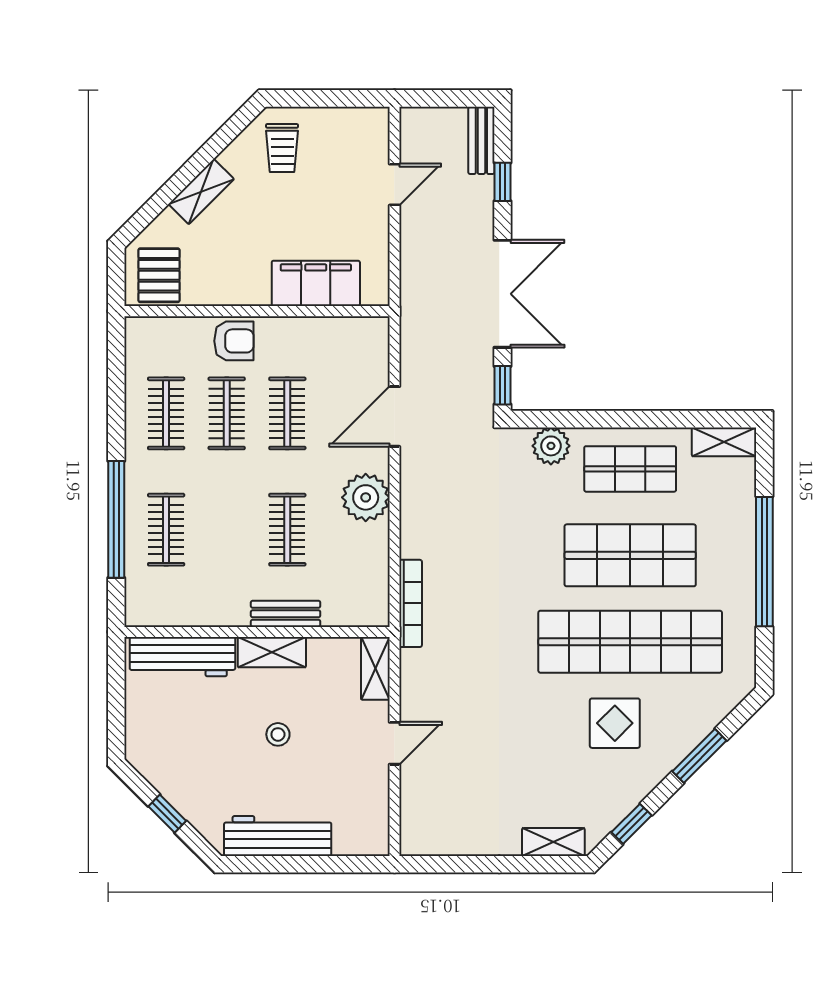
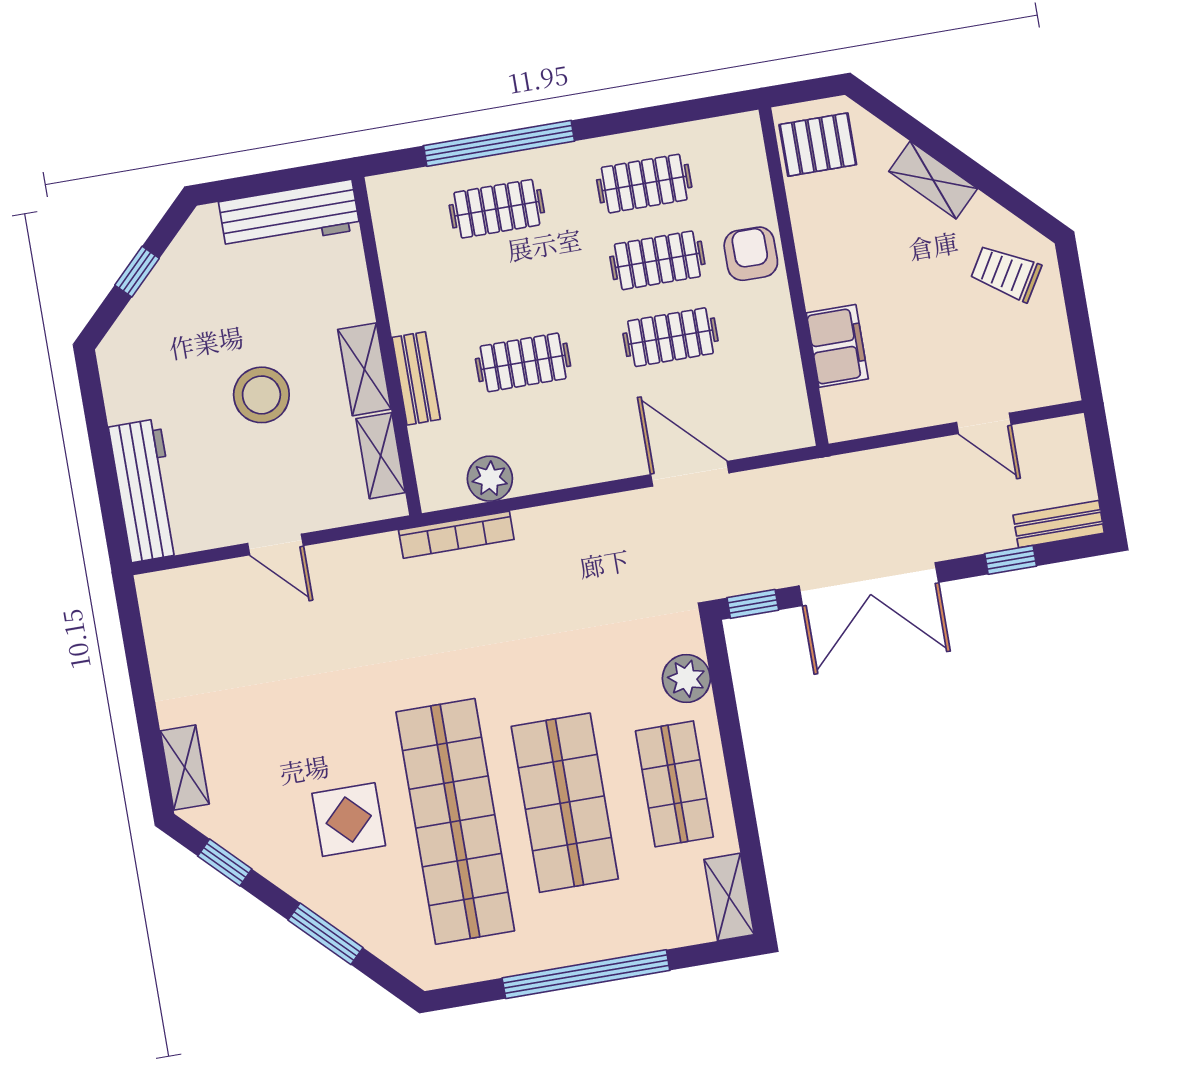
trolley: (282, 148) -> (1006, 273), turned 31
filing cabinet: (316, 283) -> (837, 346), width x0.67, depth x0.86
armchair: (234, 341) -> (751, 254), turned 180
plant: (366, 497) -> (490, 479), moved, width x0.73, depth x0.73
workbench: (182, 657) -> (289, 216), moved, turned -90
shelving: (375, 668) -> (381, 456), moved, turned 90
stool: (278, 734) -> (261, 395), width x1.89, depth x1.89
workbench: (278, 836) -> (145, 491), moved

